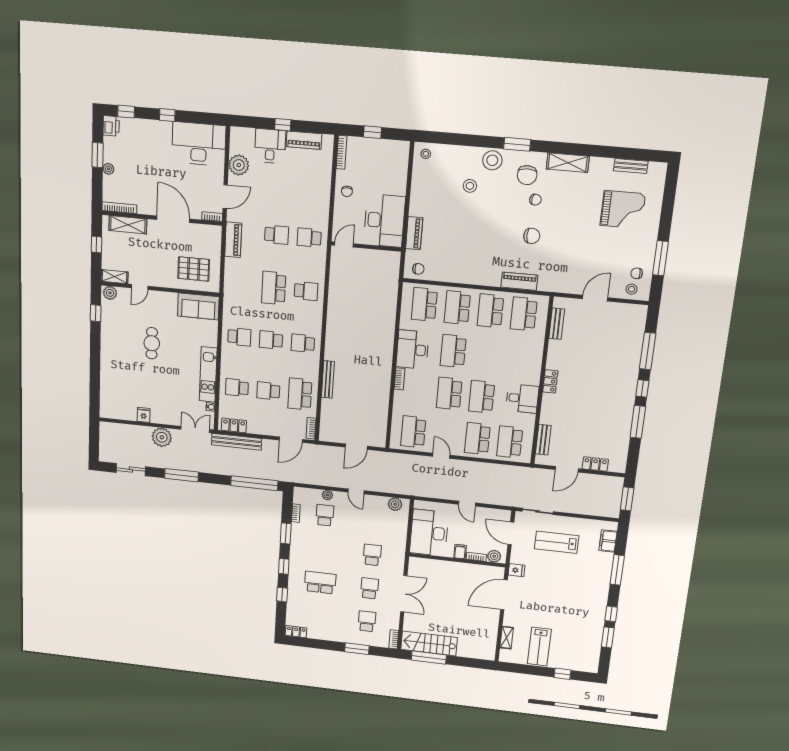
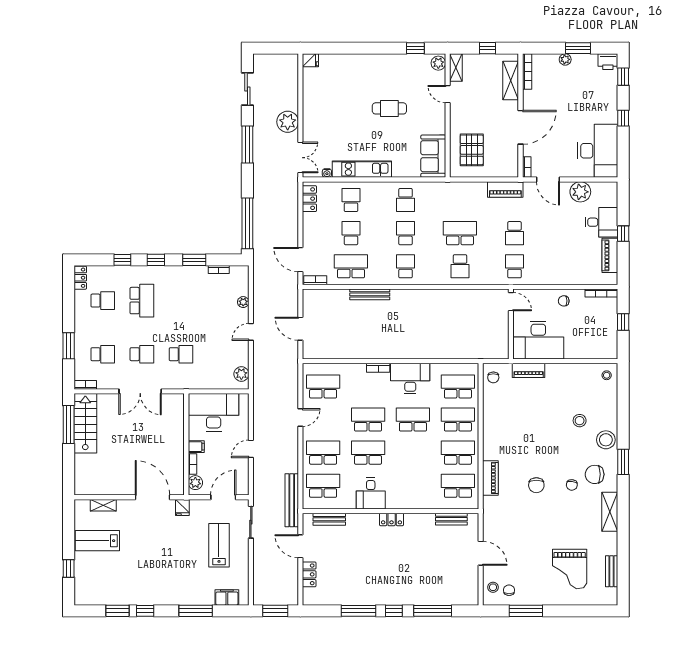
fridge: (144, 415) -> (310, 60), moved
bench: (237, 442) -> (292, 500), moved
school desk: (325, 515) -> (103, 301), moved

